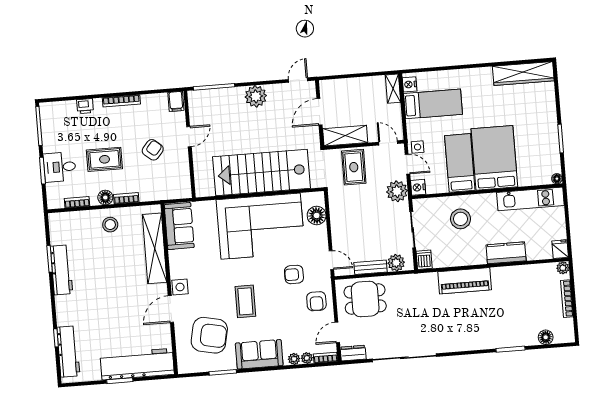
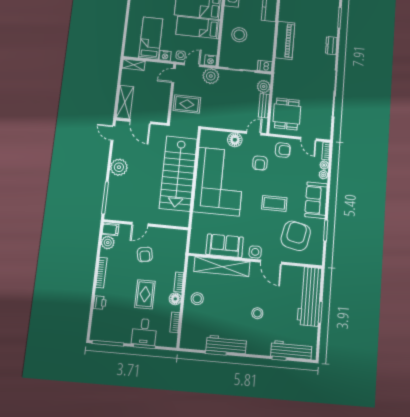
nightstand: (410, 84) -> (165, 56), moved
plant: (159, 101) -> (108, 243), added
shelving: (345, 136) -> (125, 102), moved
door: (189, 137) -> (140, 224), swing flipped
armchair: (153, 150) -> (145, 254), turned -141
floor lamp: (317, 215) -> (235, 140), moved
sofa: (179, 226) -> (225, 246), moved
stool: (105, 302) -> (257, 313), added
dresser: (353, 353) -> (331, 46), moved

